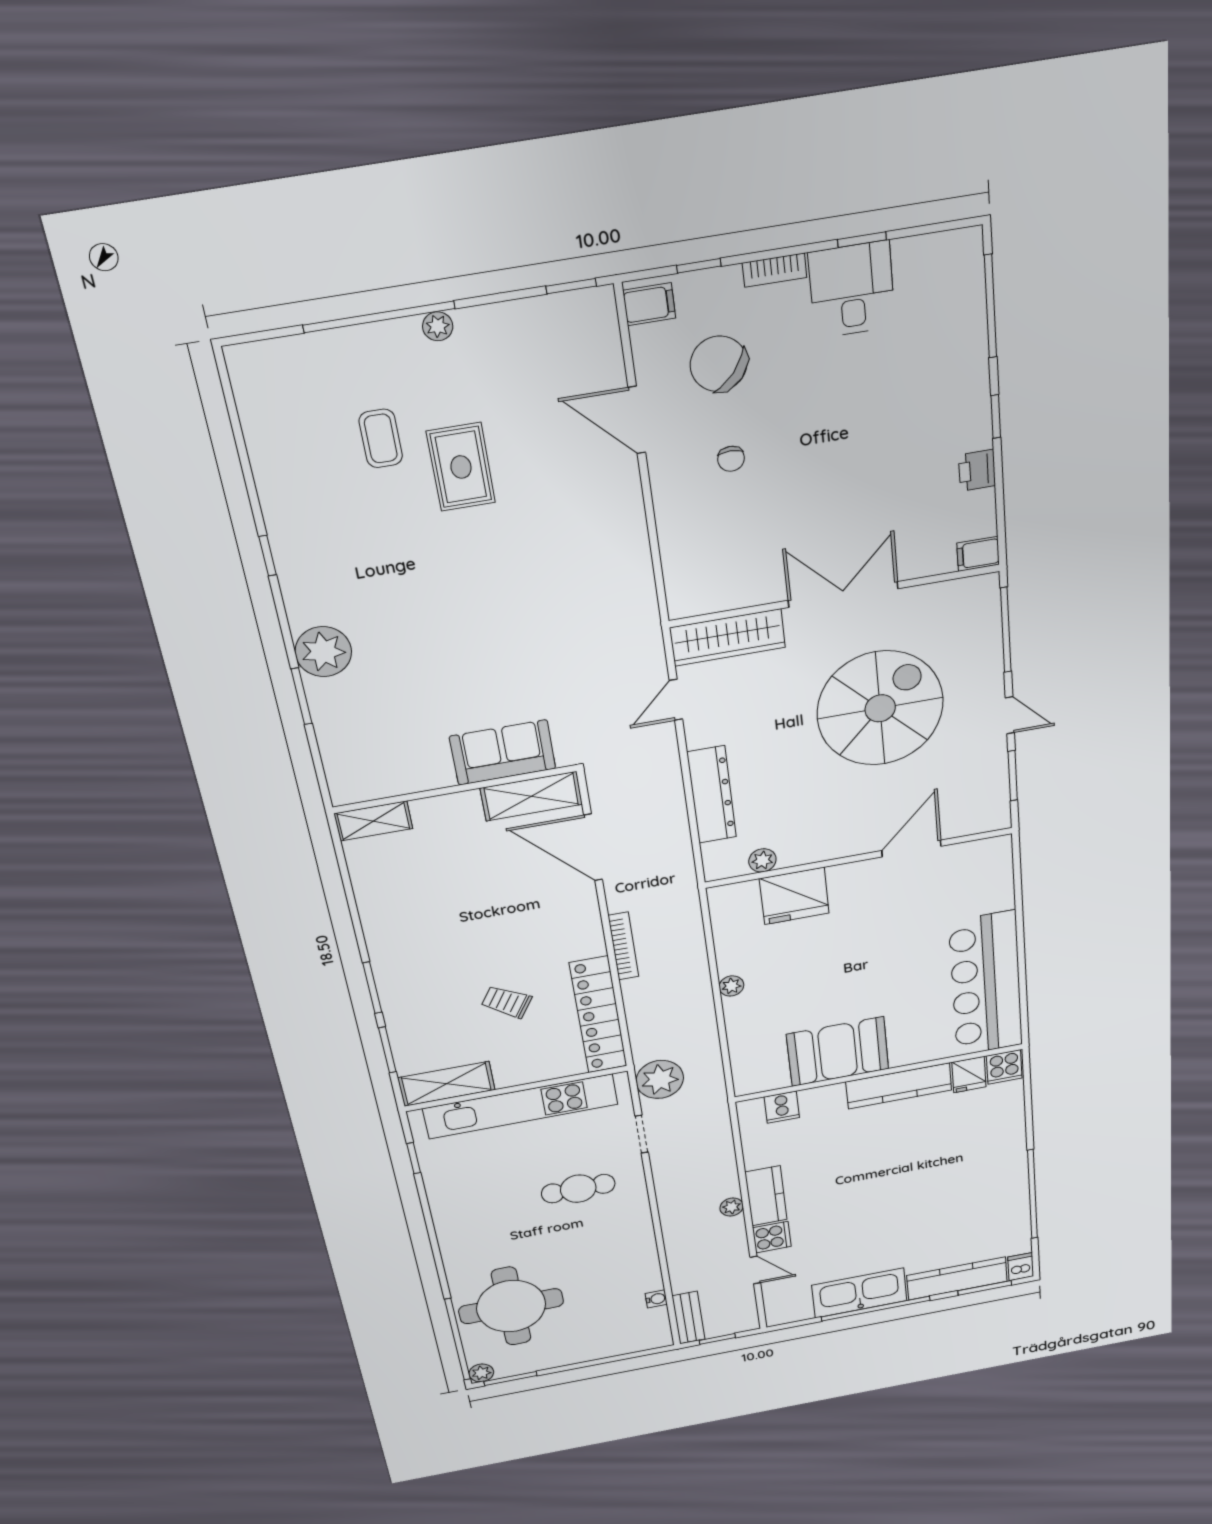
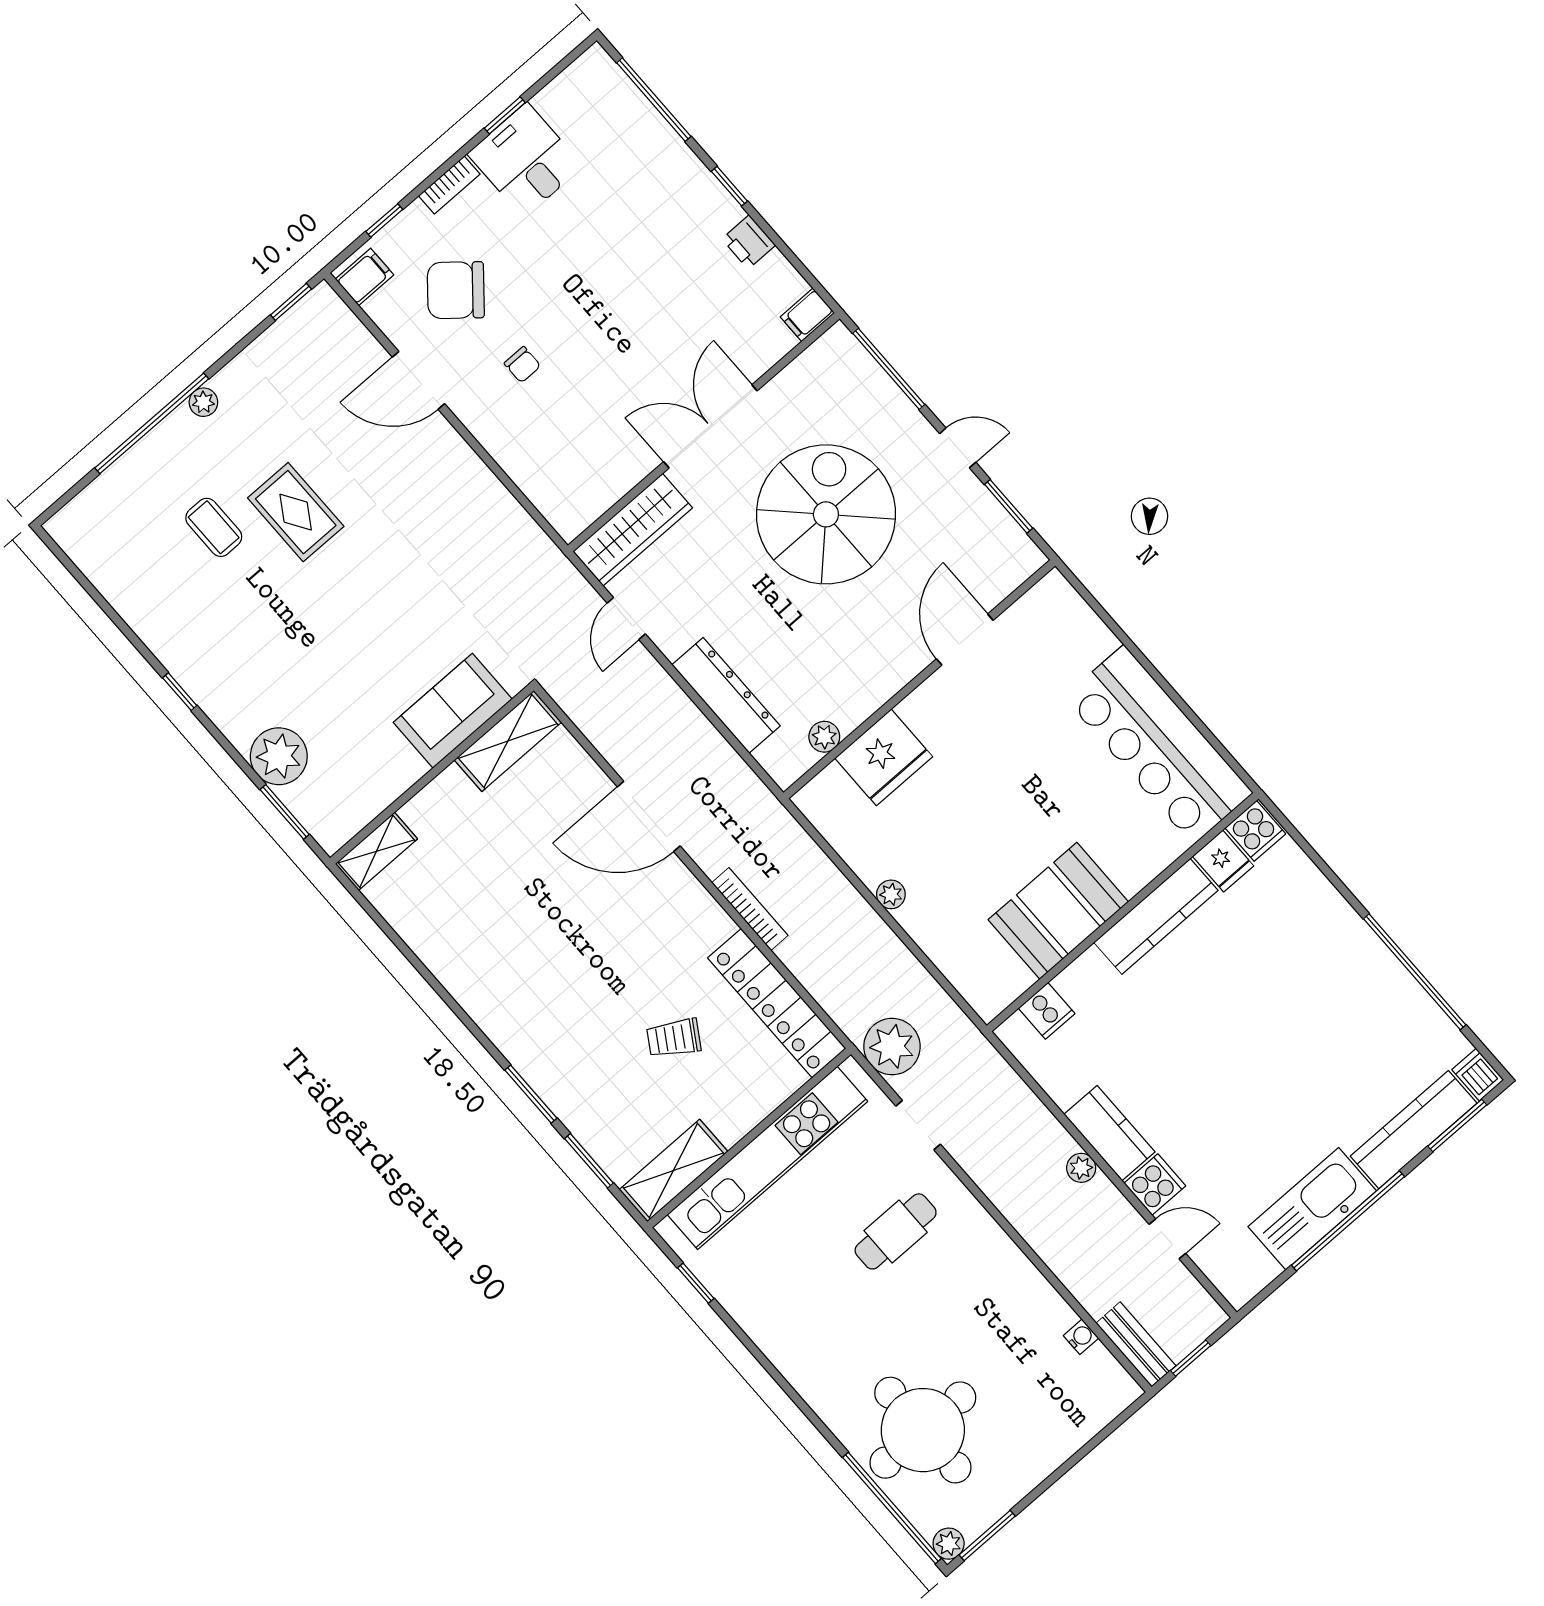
sofa: (503, 752) -> (453, 711), moved
wall: (455, 789) -> (432, 774), moved
shelving: (531, 796) -> (508, 741), moved
shelving: (373, 821) -> (376, 851), moved

